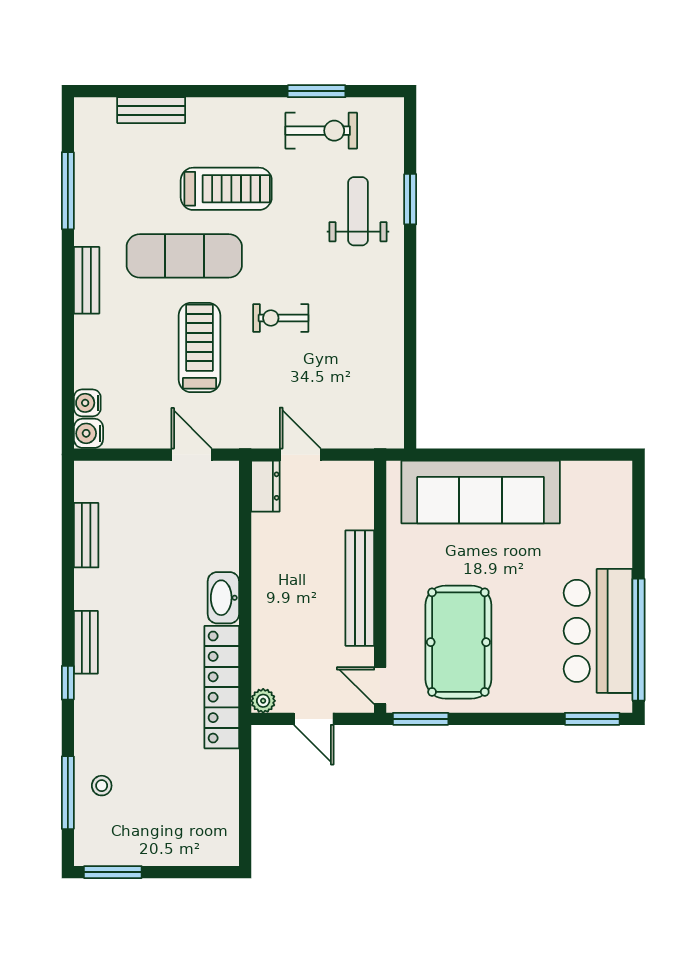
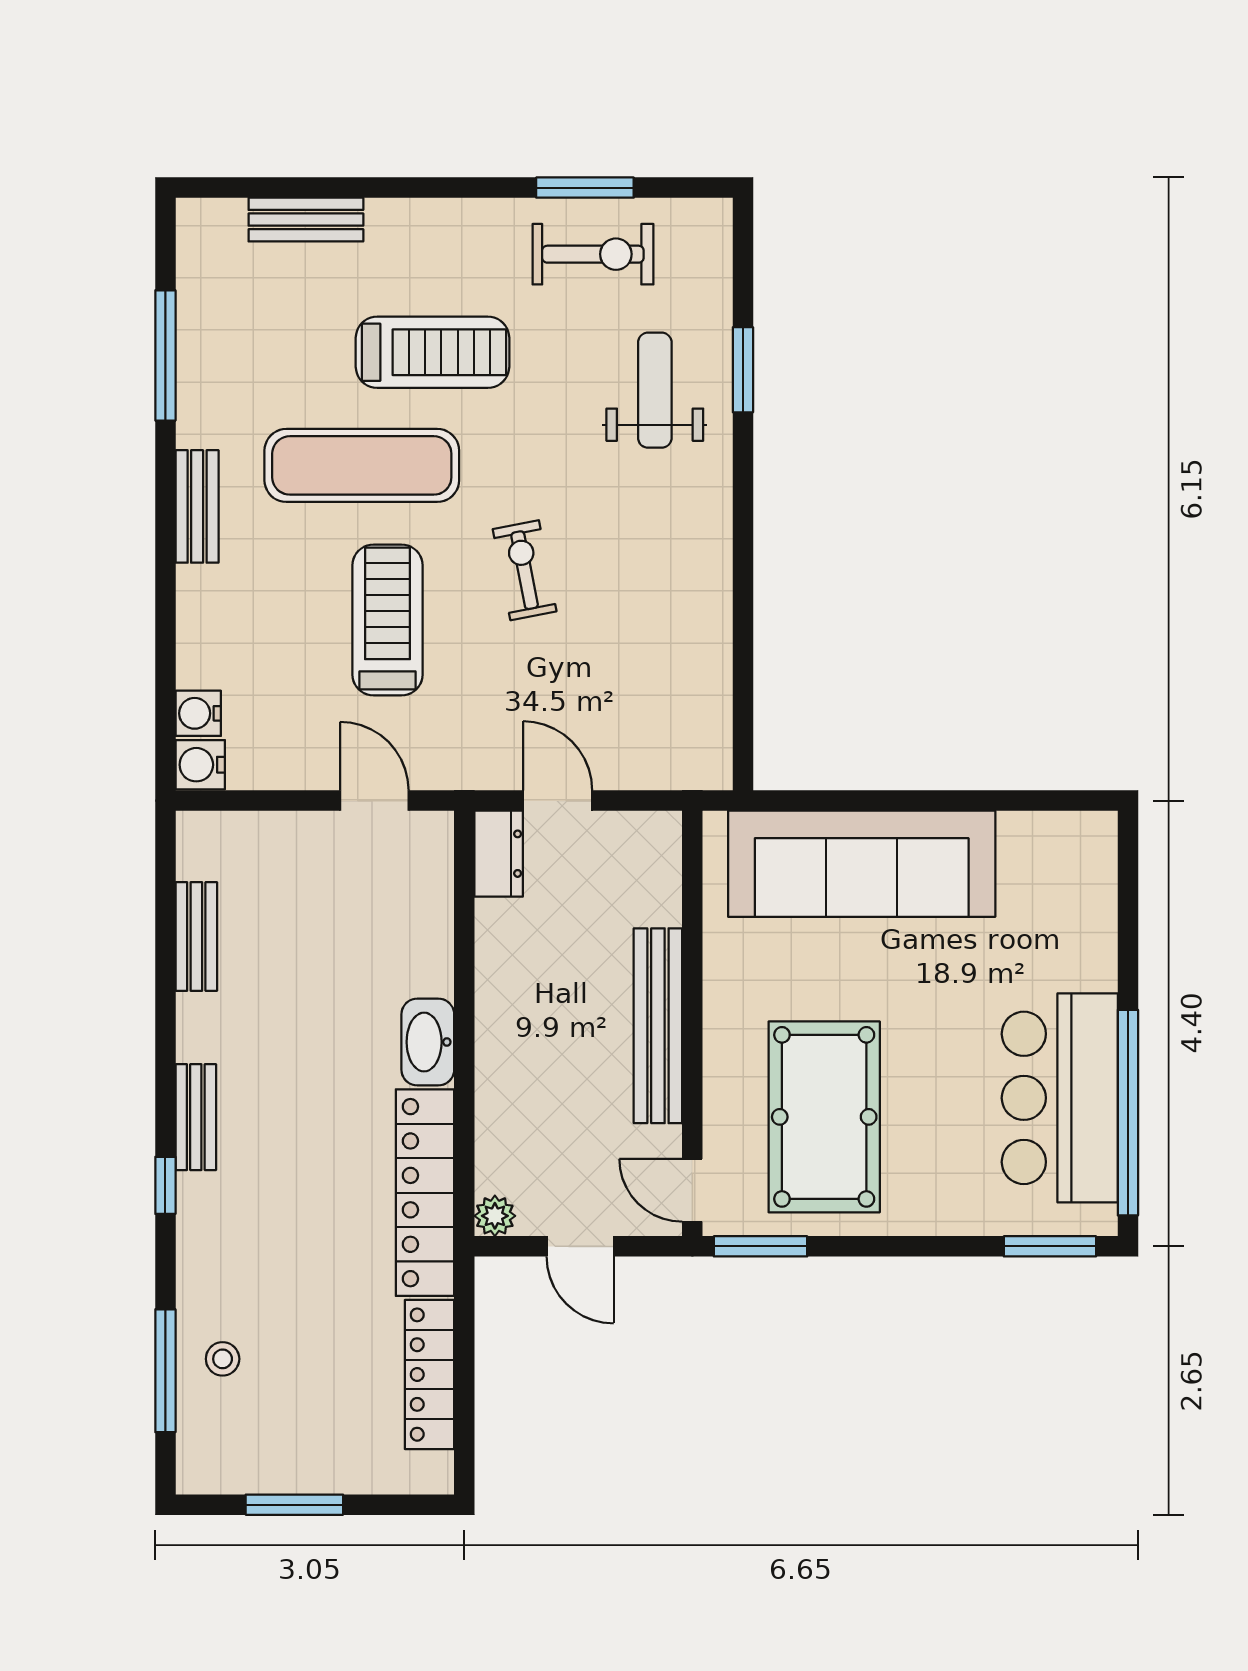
exercise bike: (281, 318) -> (525, 570), turned 79
locker: (224, 795) -> (430, 1375), added
window: (113, 872) -> (294, 1505), moved

